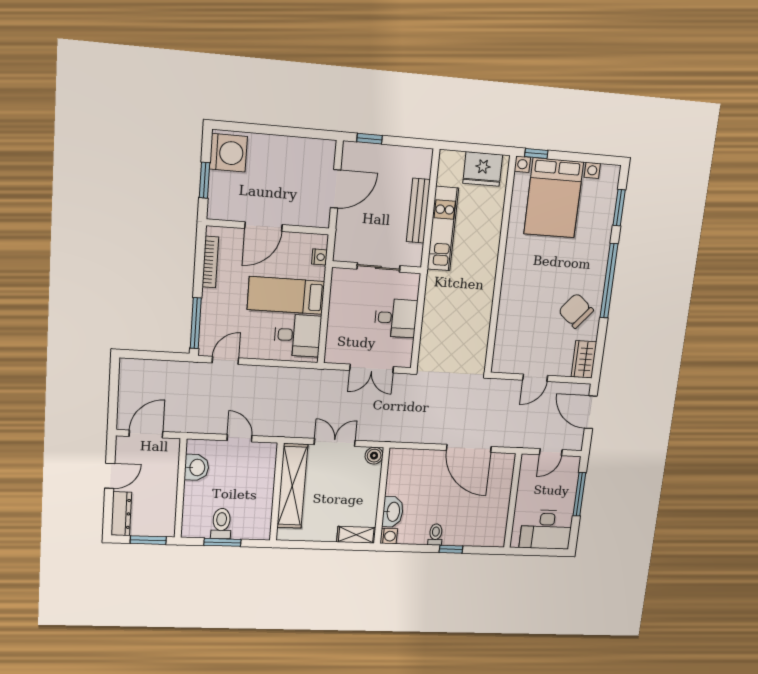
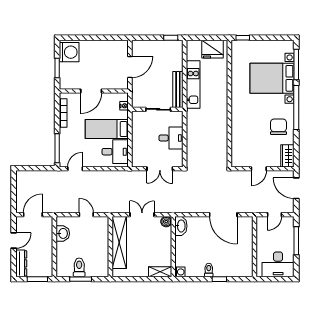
window: (370, 139) -> (171, 38), moved
bed with nightstands: (554, 198) -> (272, 78), moved, turned 90
window: (619, 208) -> (296, 64), width x1.44
bench: (418, 211) -> (178, 89), moved
chair: (576, 311) -> (278, 127), turned 50
washbasin: (393, 512) -> (181, 226), moved

